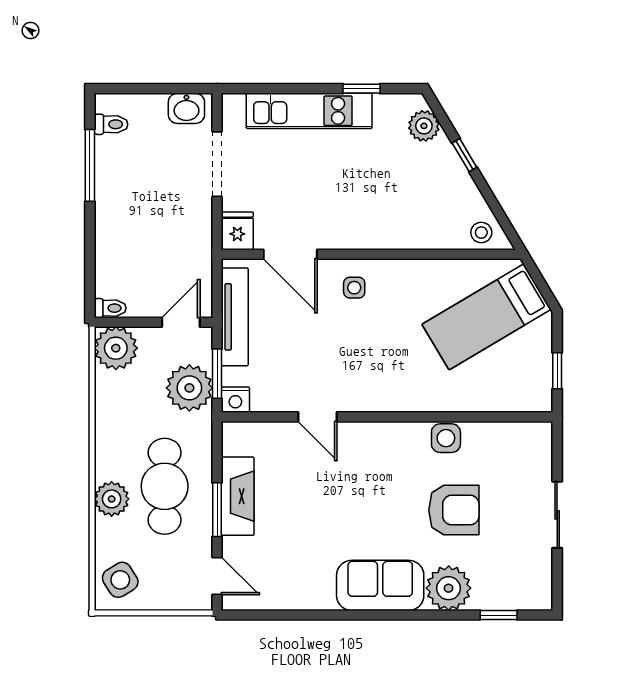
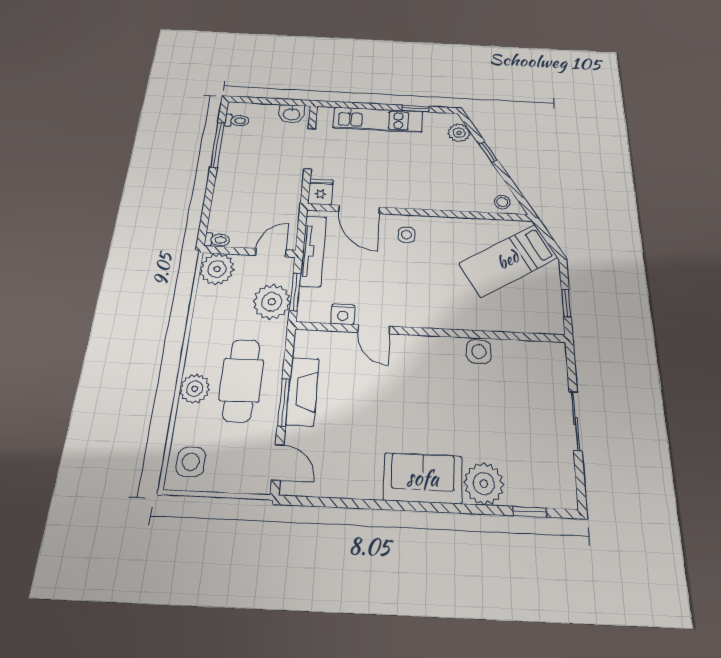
nightstand: (235, 400) -> (343, 314), moved
armchair: (454, 510) -> (487, 412), removed
side table: (120, 580) -> (191, 462), turned 32

